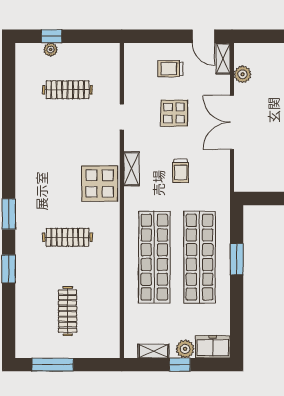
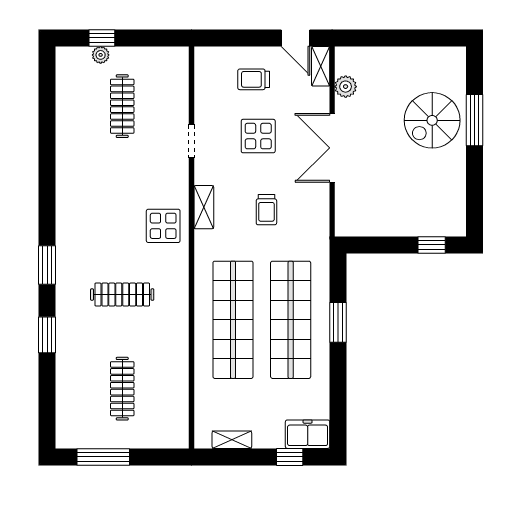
clothes rail: (68, 90) -> (122, 106), turned 90
display table: (100, 184) -> (163, 226), width x0.73, depth x0.73
plant: (185, 349) -> (272, 437), removed
window: (180, 365) -> (290, 457), moved

